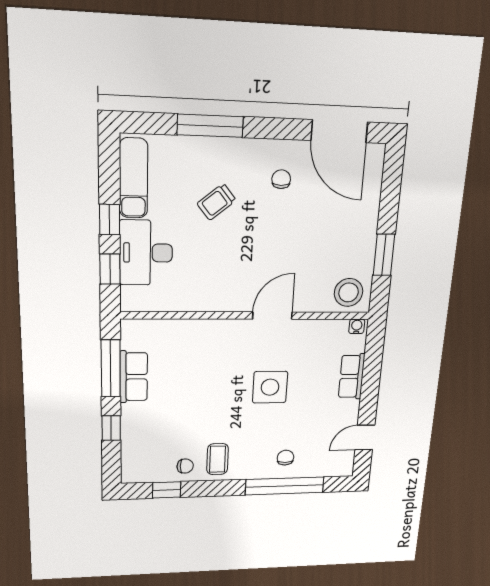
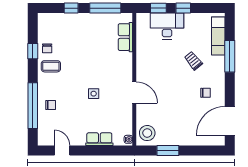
exam couch: (133, 178) -> (218, 36), moved, turned 90
row of seats: (134, 377) -> (125, 37), moved, turned 90
side table: (270, 387) -> (94, 94), width x0.54, depth x0.54
window: (167, 490) -> (33, 51), moved

